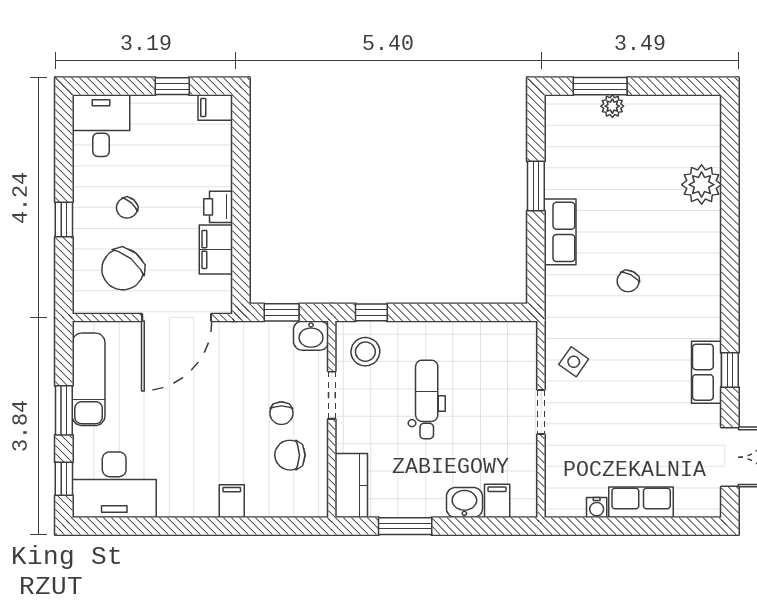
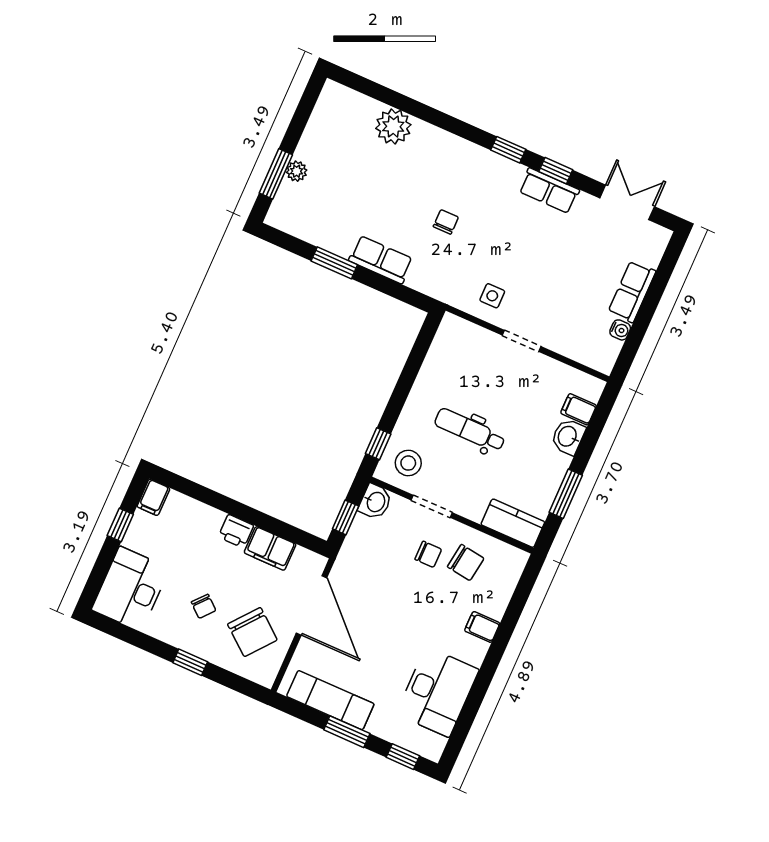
desk: (101, 126) -> (131, 589), width x1.37
chair: (628, 281) -> (446, 222), turned -117
window: (730, 312) -> (508, 150), added
side table: (574, 362) -> (492, 296), turned -35
chair: (290, 455) -> (466, 562), turned -82
desk: (114, 485) -> (437, 692), moved

